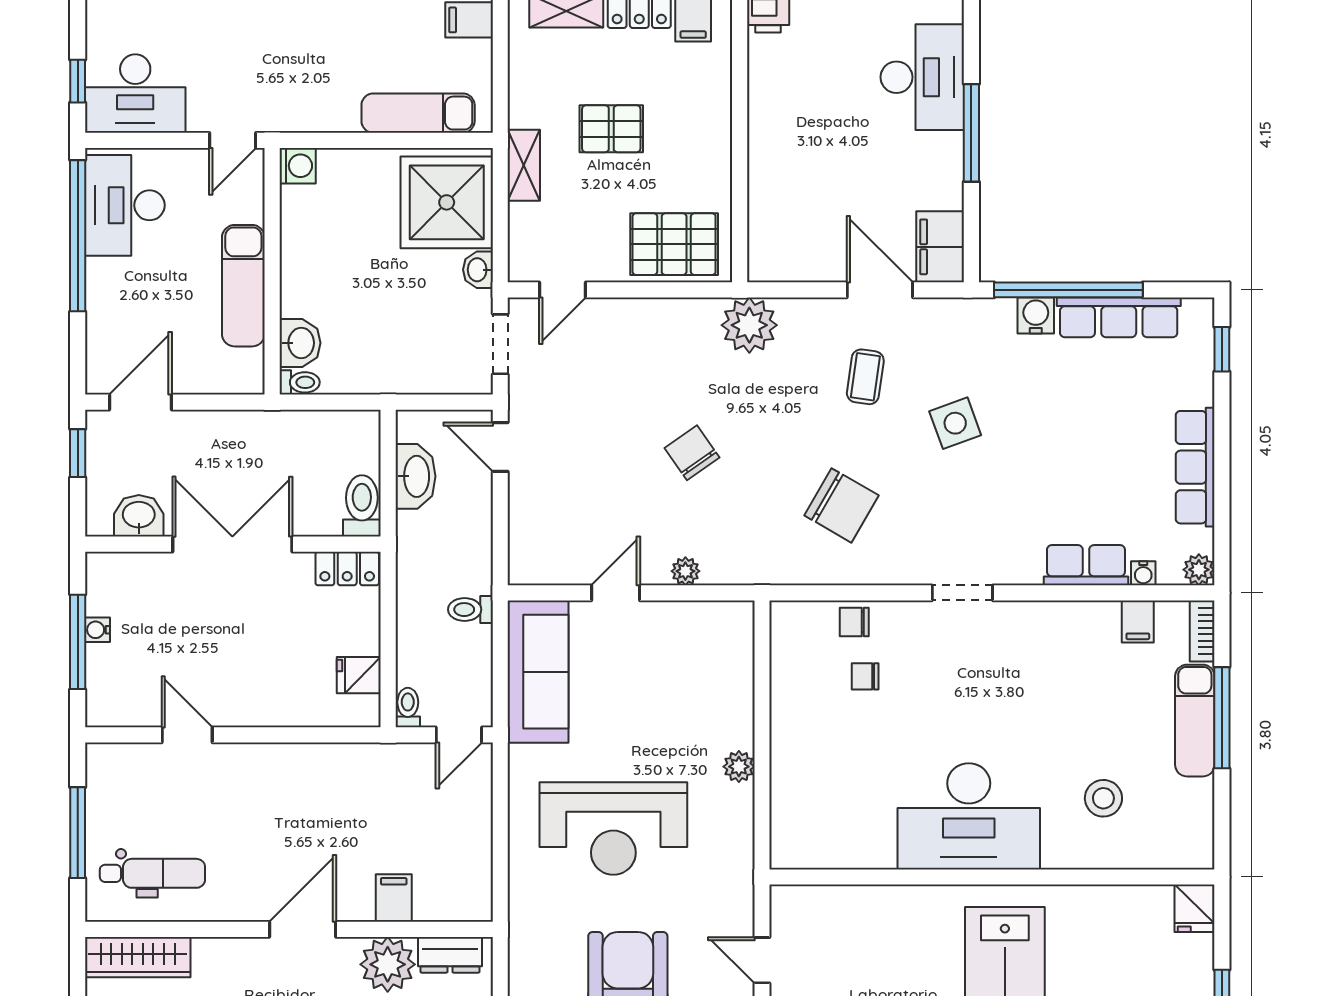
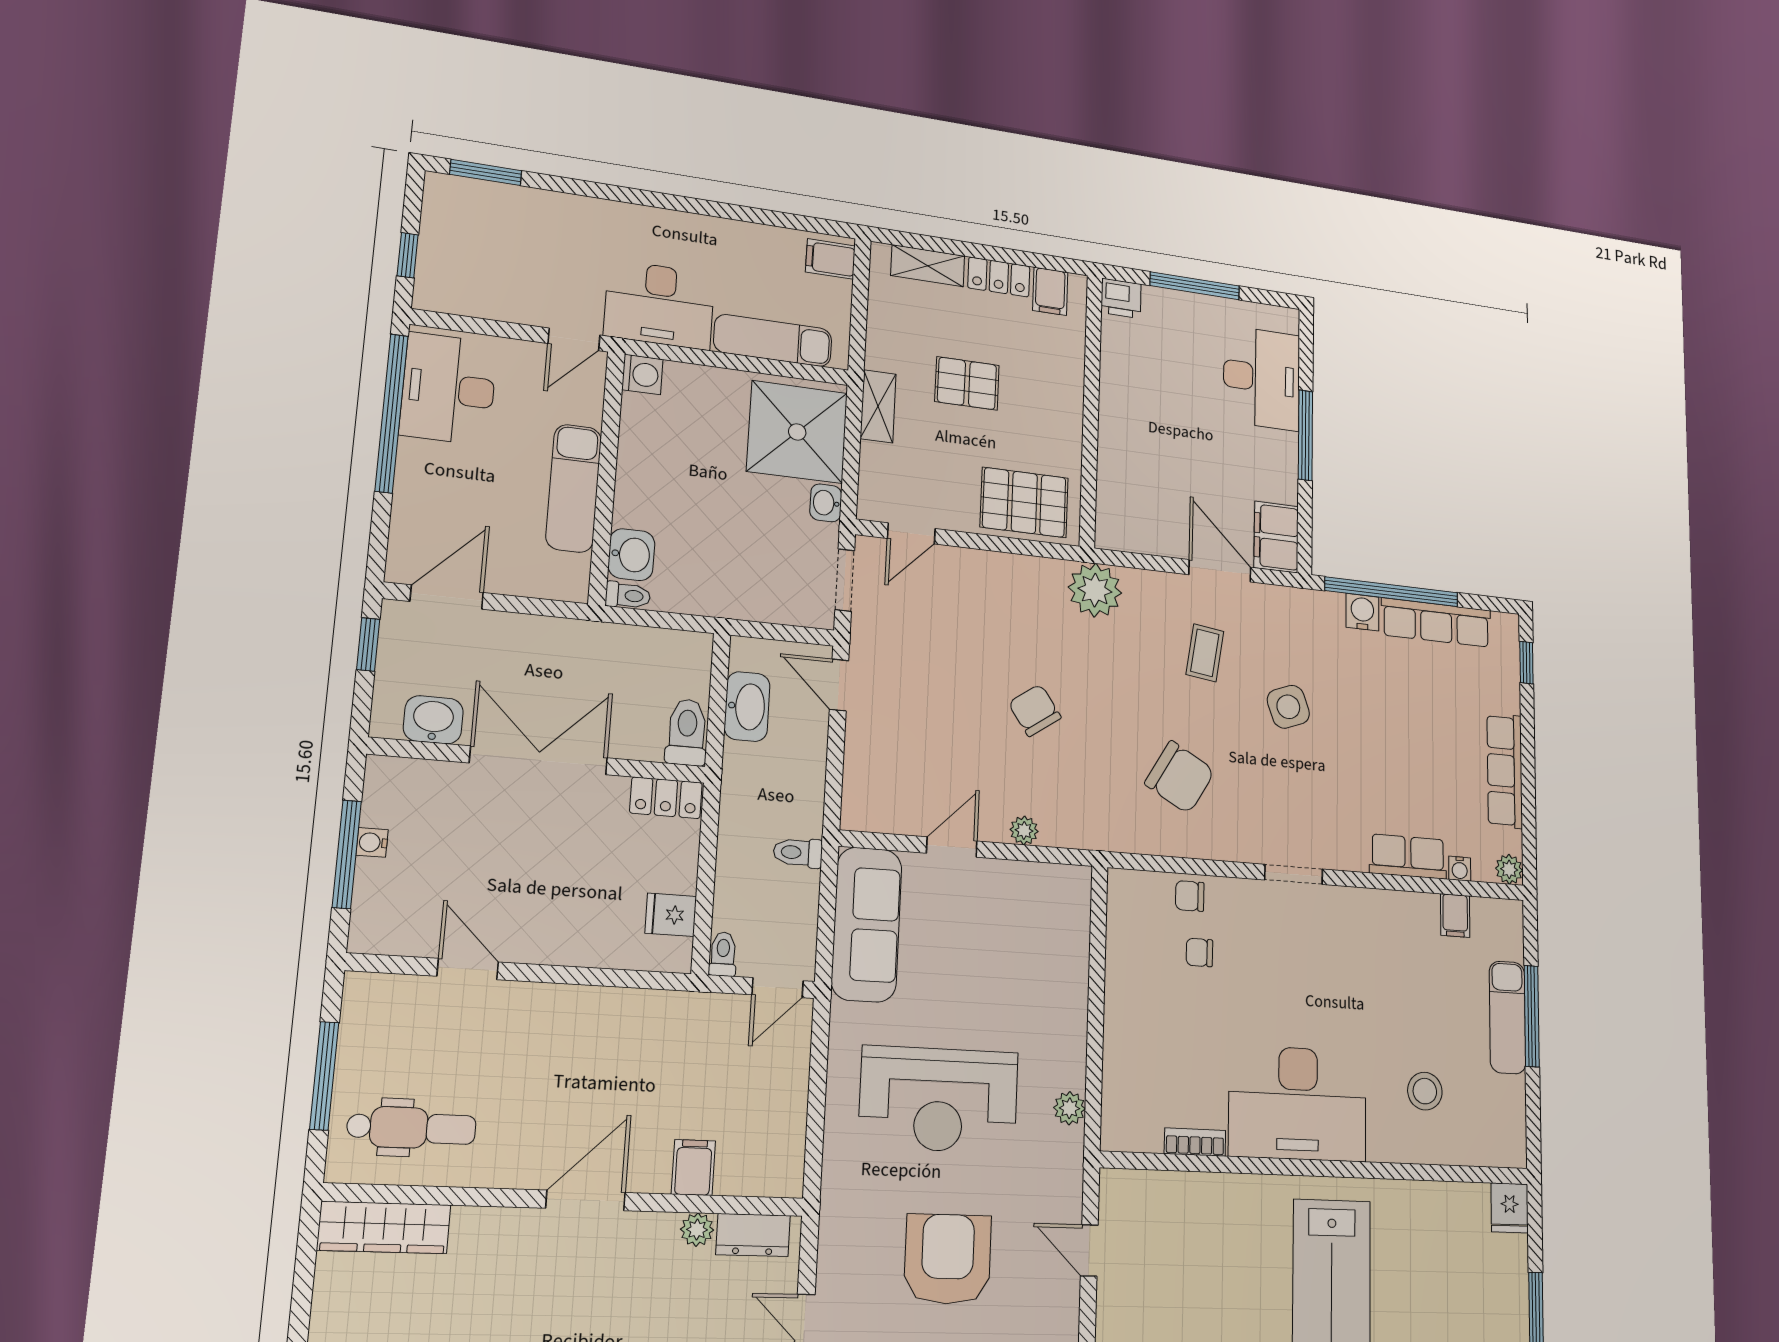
desk: (135, 94) -> (659, 305), moved
bookcase: (1202, 631) -> (1195, 1142), moved, turned 90
plant: (739, 767) -> (1069, 1108), moved
plant: (388, 964) -> (697, 1230), width x0.53, depth x0.53

